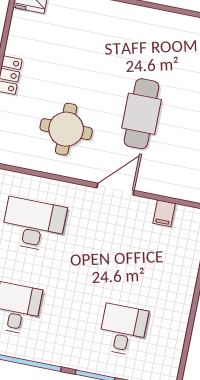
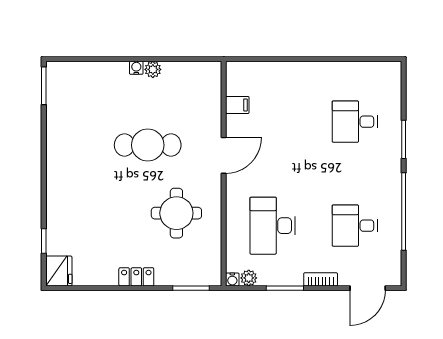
door: (115, 189) -> (224, 155), swing flipped

